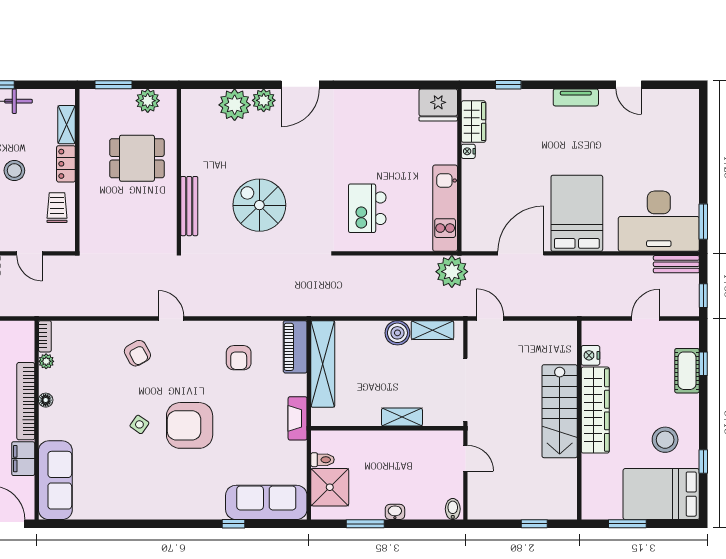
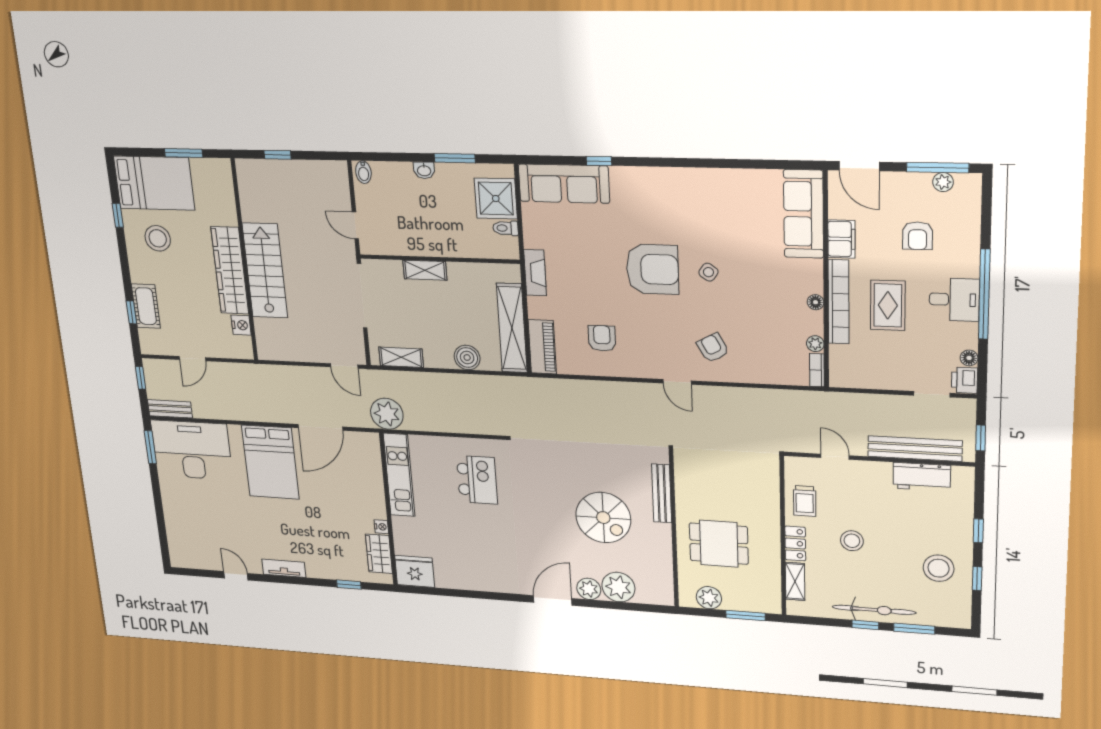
spiral stairs: (259, 205) -> (603, 518), moved
boiler: (397, 333) -> (467, 358), moved

